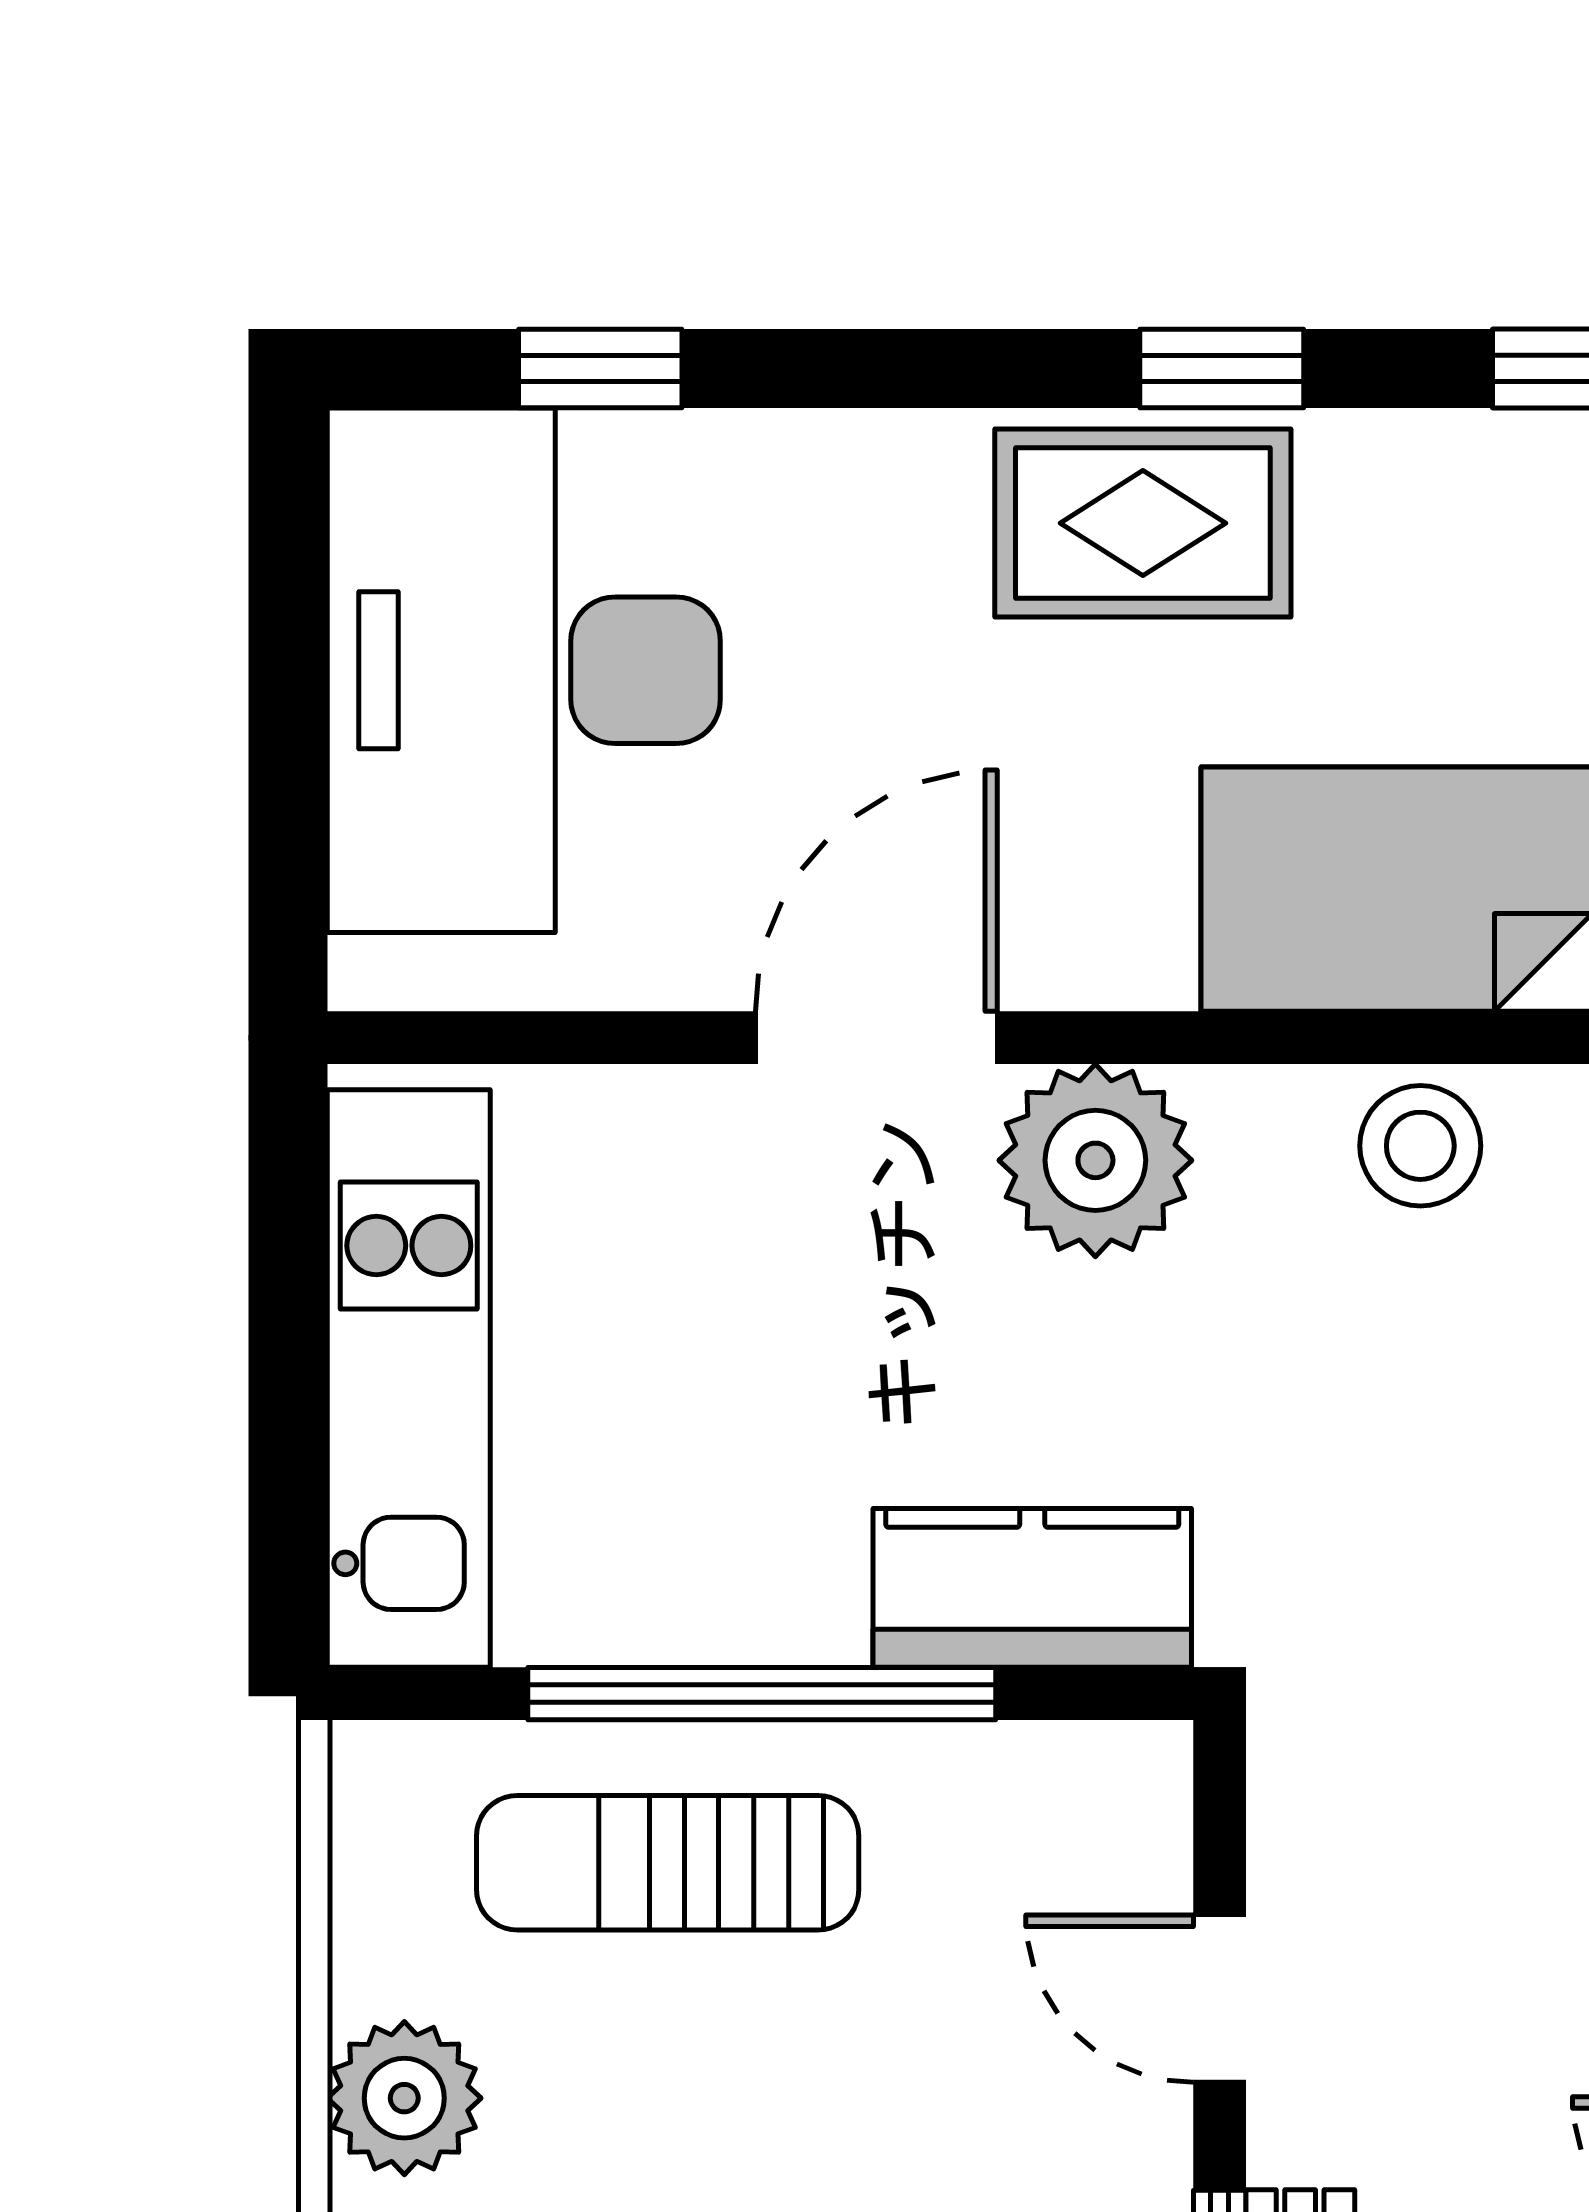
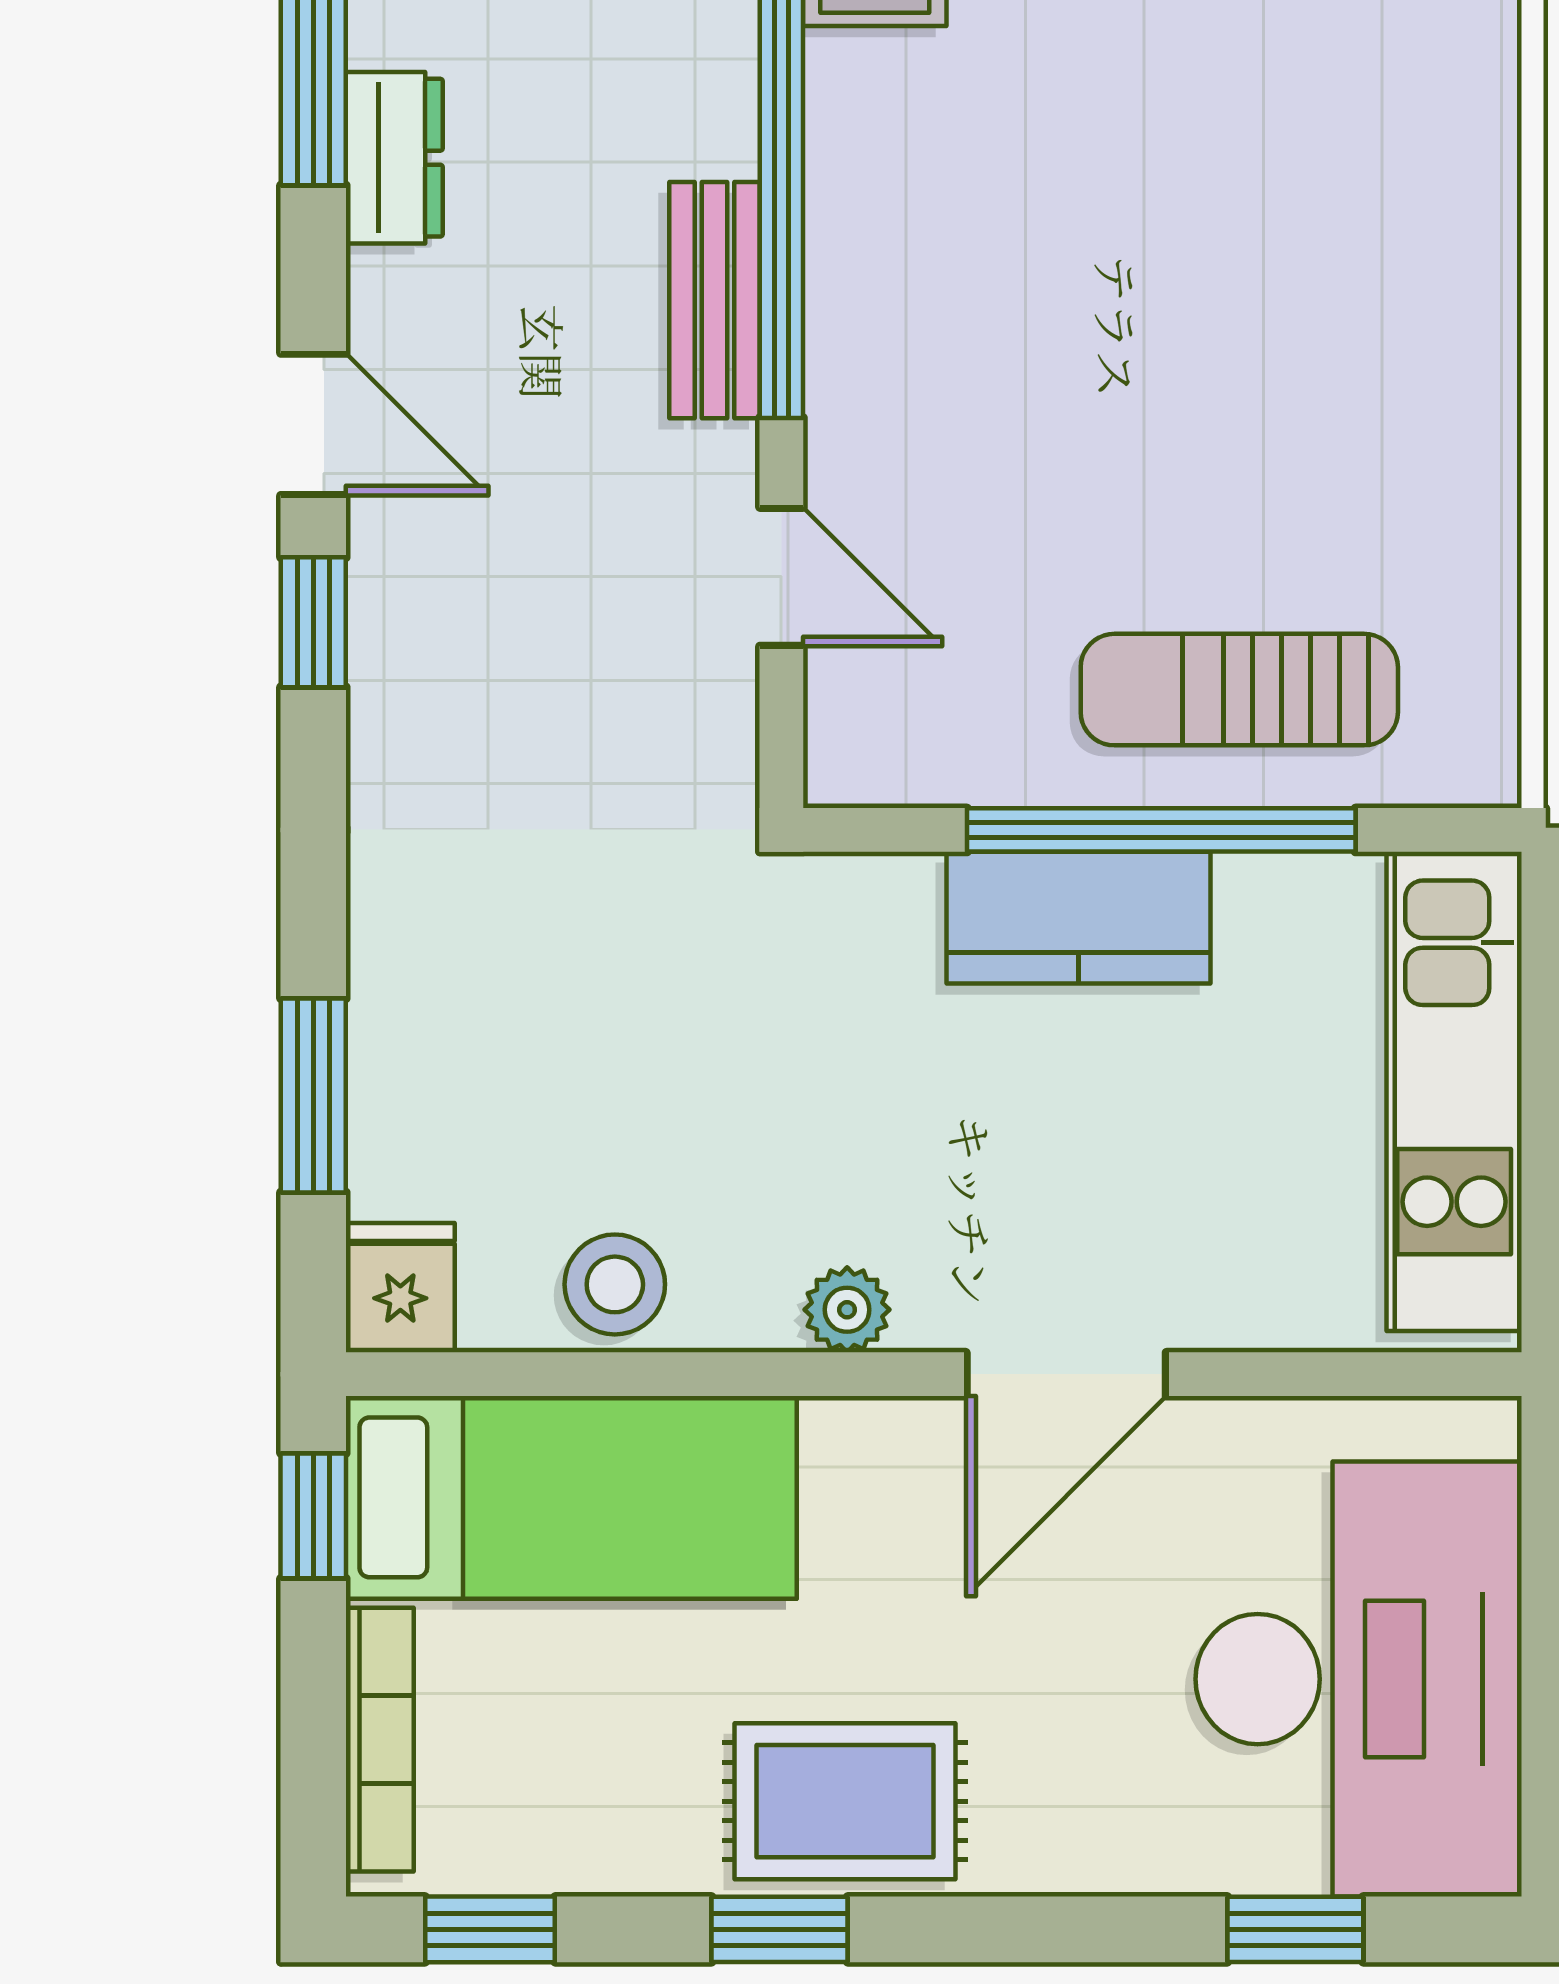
plant: (1095, 1160) -> (847, 1310), width x0.53, depth x0.53
kitchen counter: (1032, 1588) -> (1078, 918), moved
sun lounger: (668, 1863) -> (1239, 690), turned 180
plant: (404, 2098) -> (1458, 494), removed

